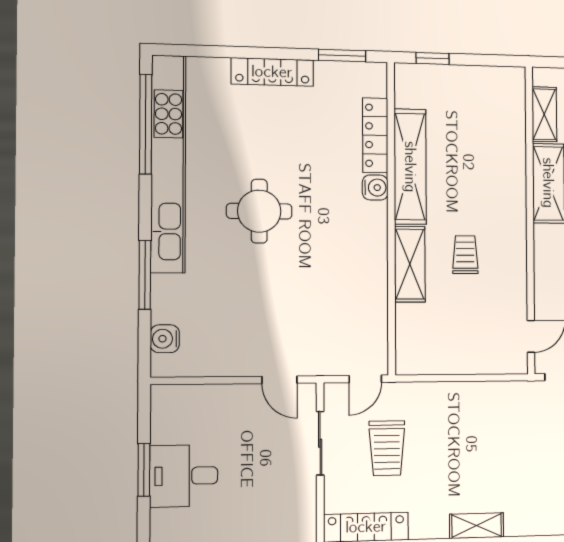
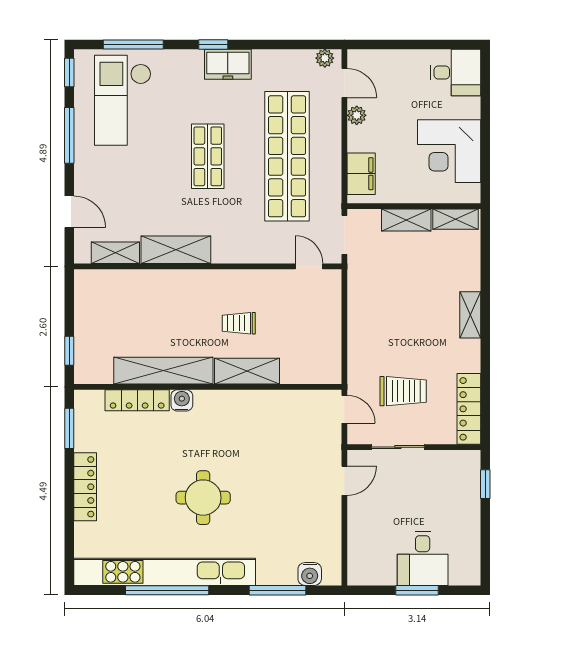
window: (146, 124) -> (167, 590), moved
window: (145, 275) -> (277, 590), moved

